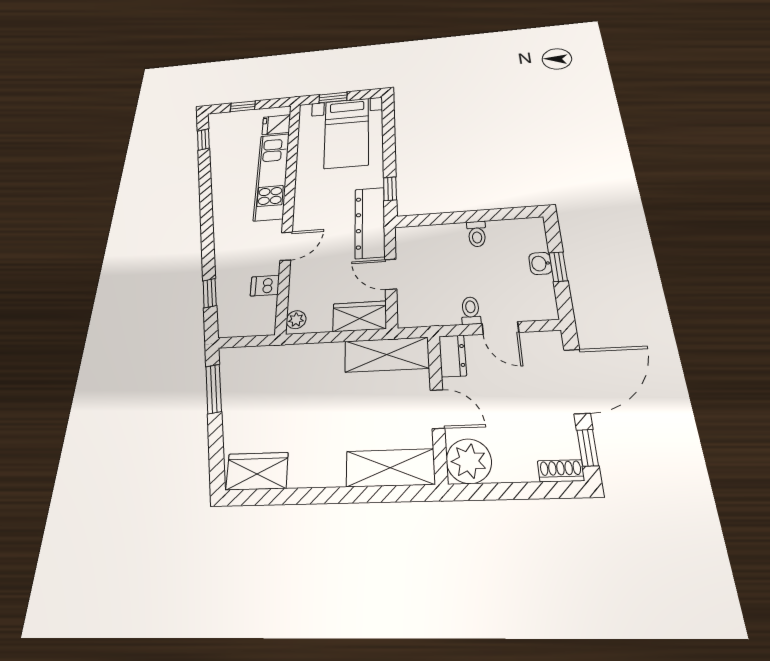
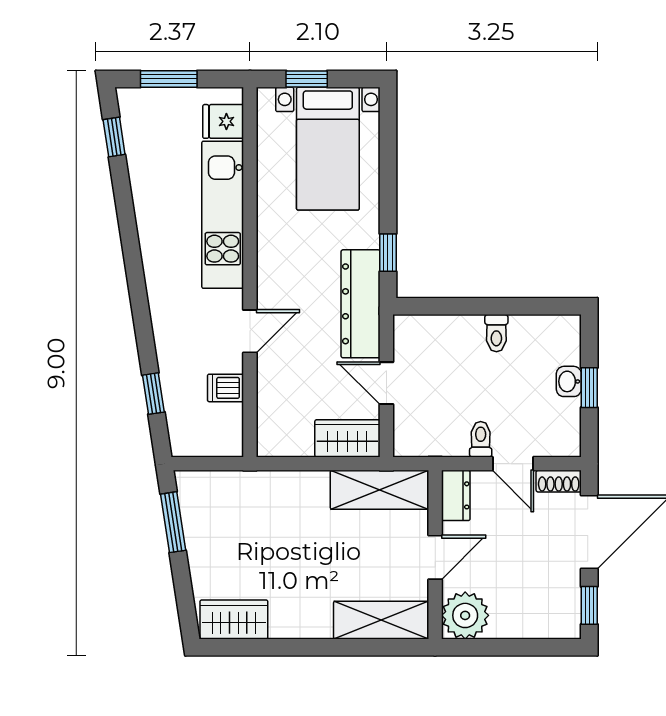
window: (243, 106) -> (169, 79), width x1.50
plant: (296, 320) -> (269, 438), removed
door: (437, 409) -> (435, 557), hinge flipped
shoe rack: (561, 471) -> (559, 481), moved, turned 180

